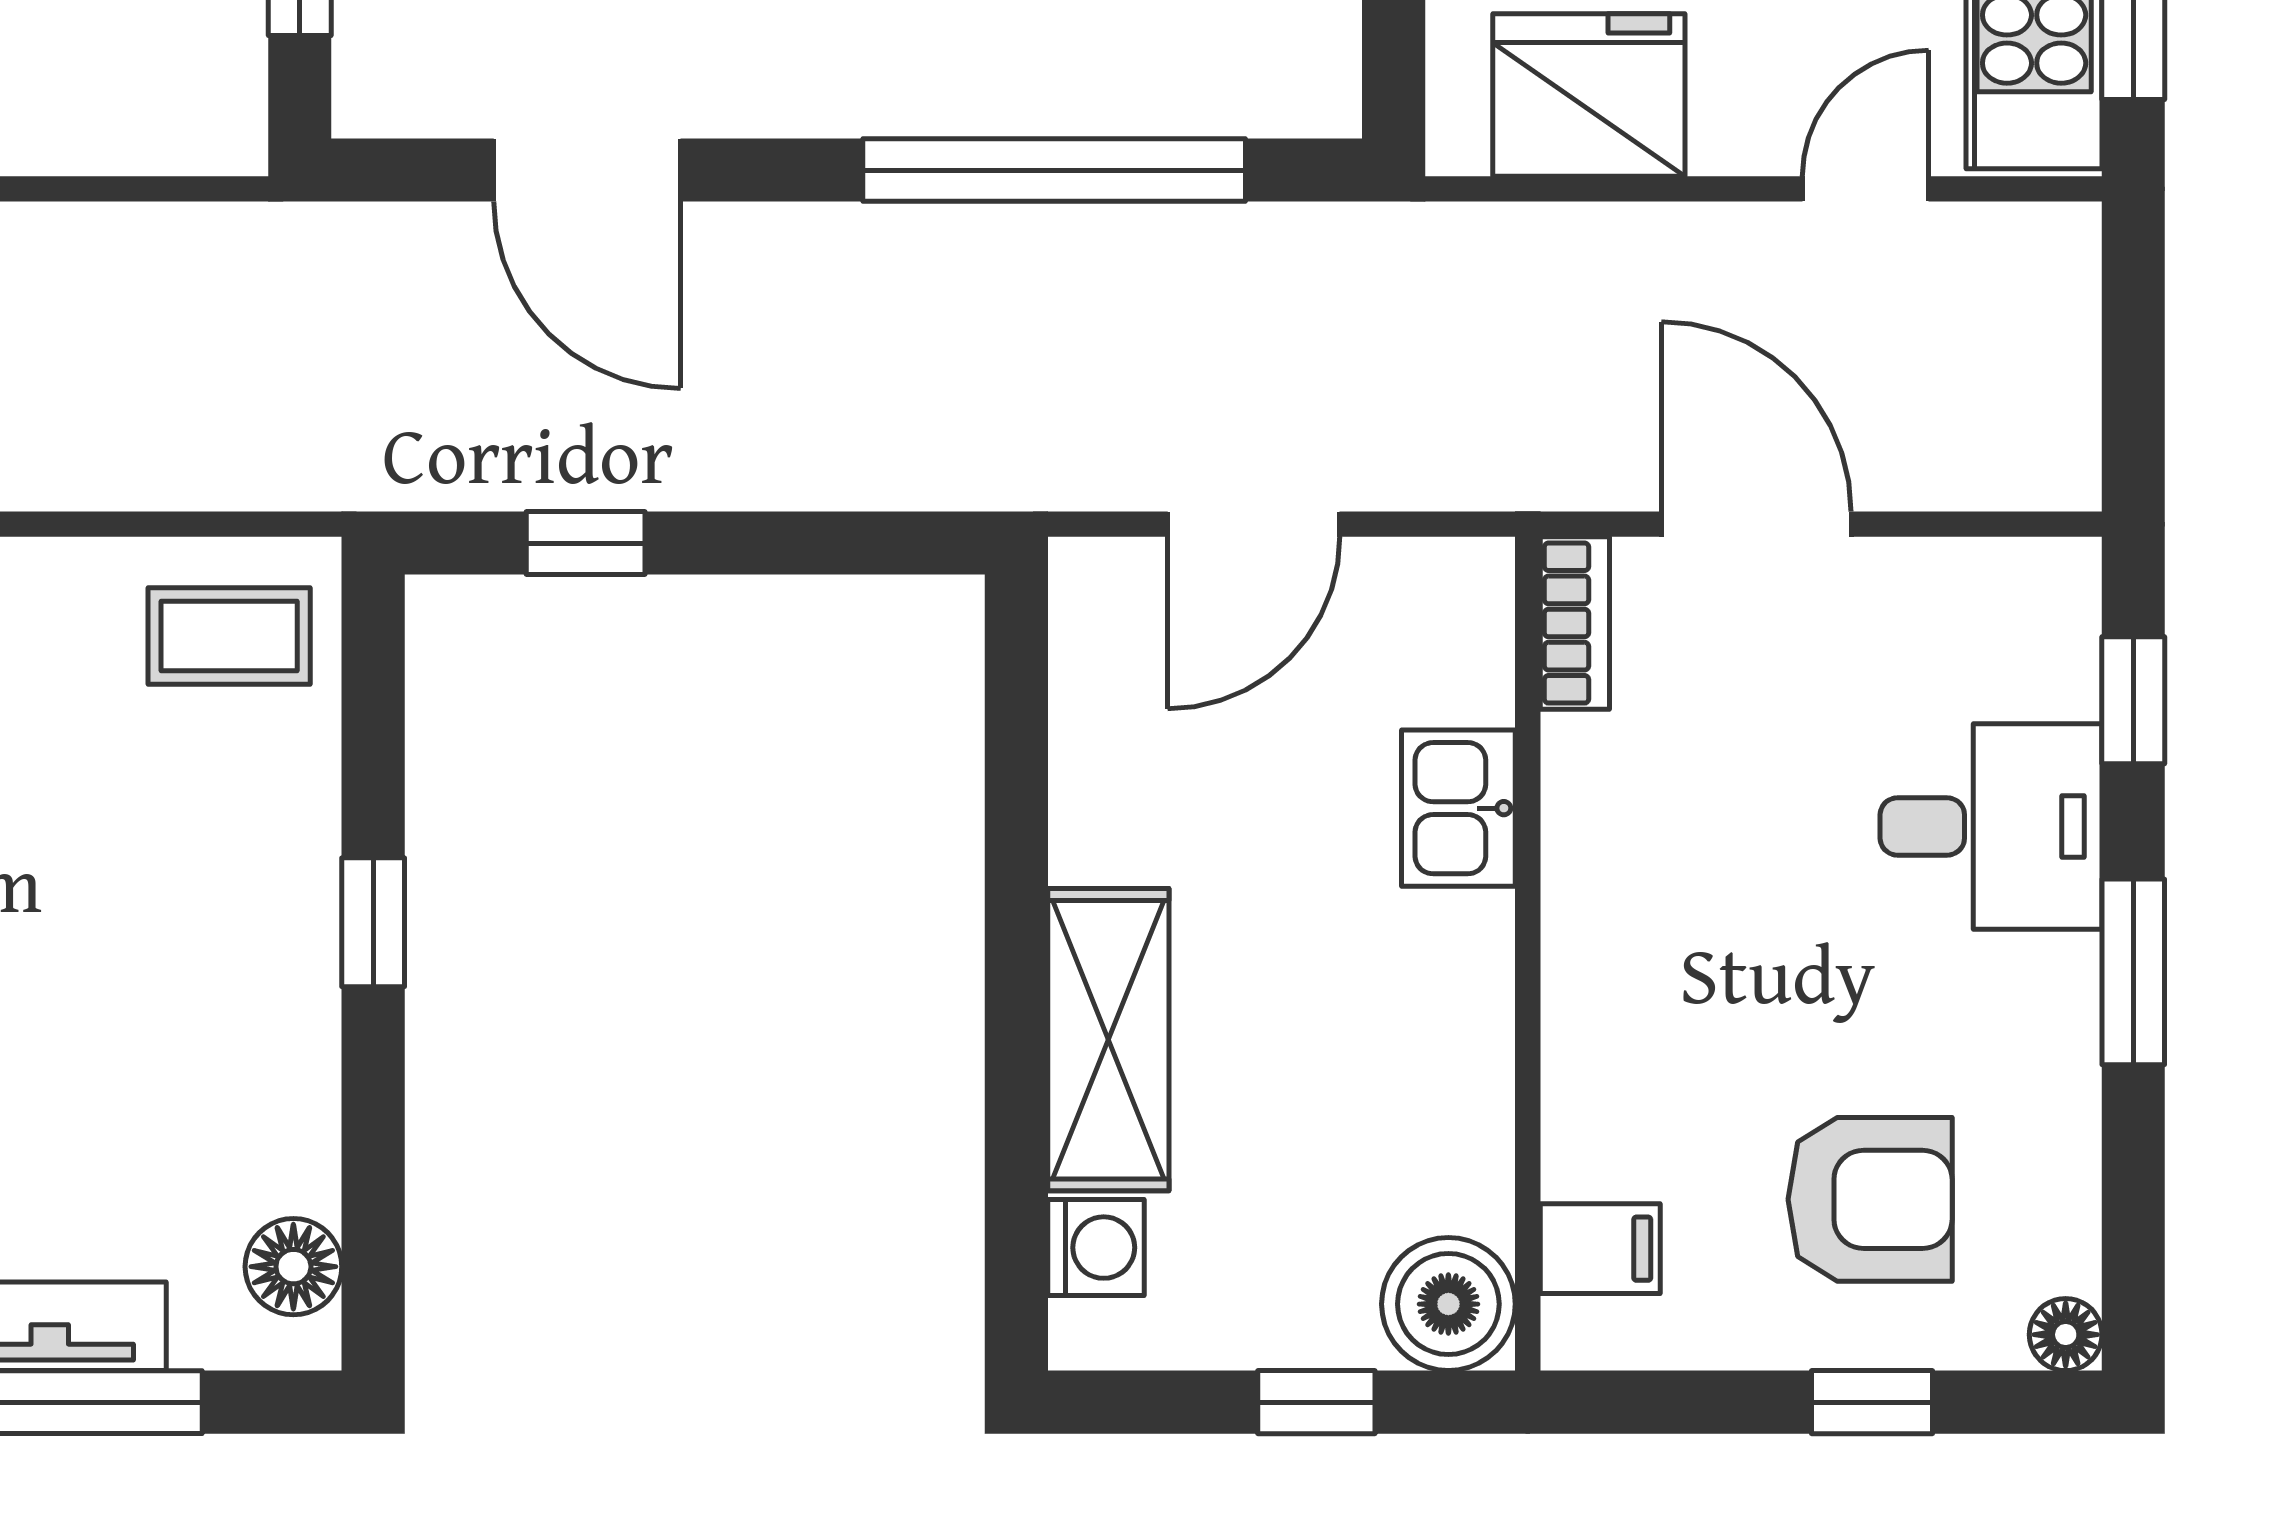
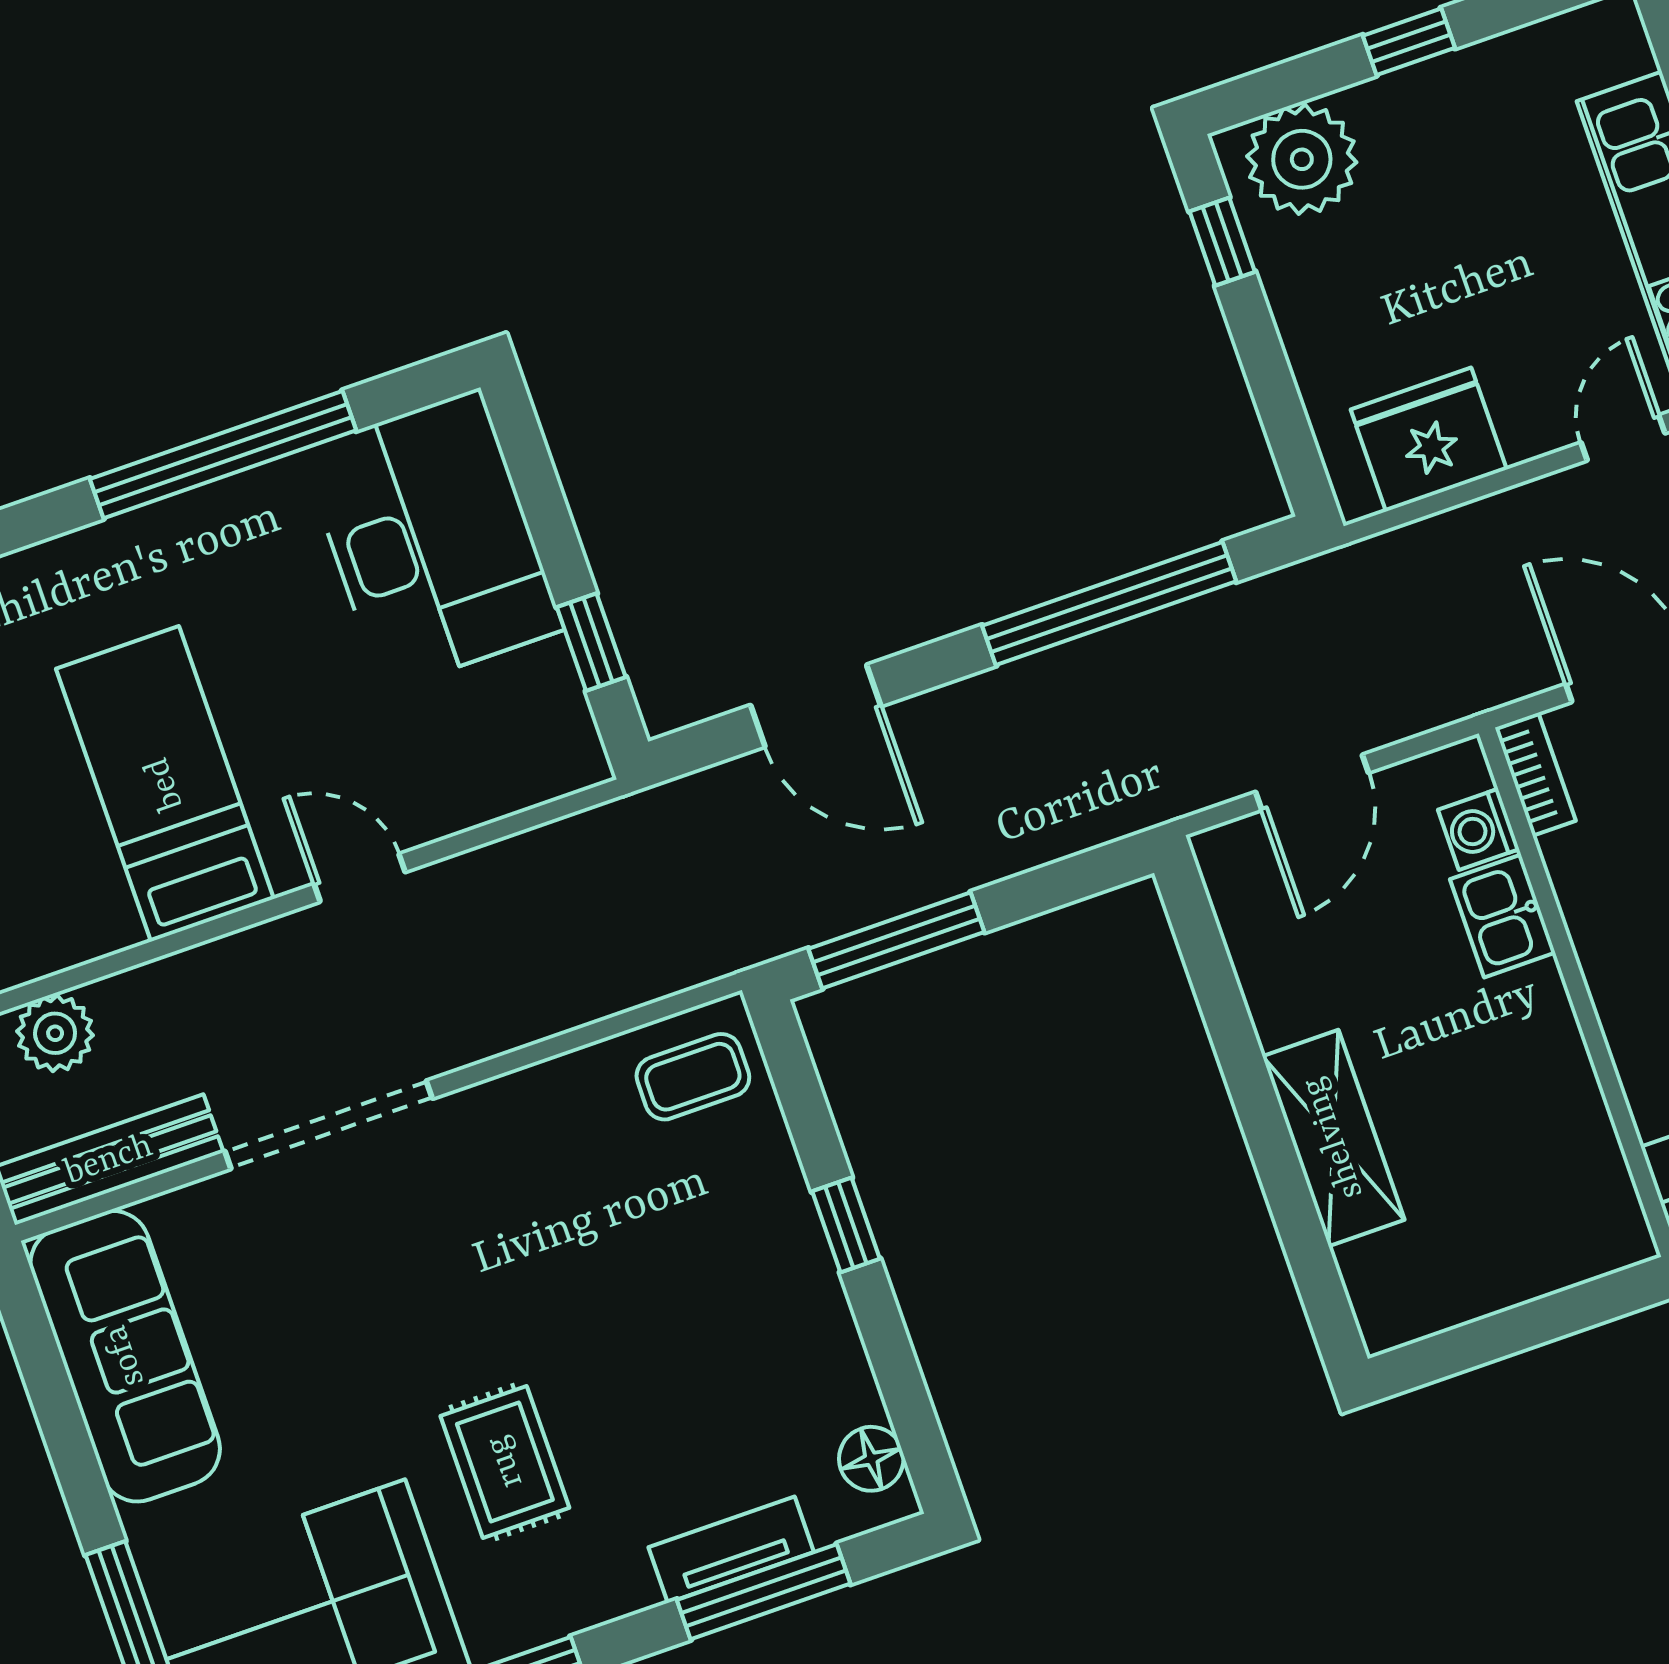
window: (586, 543) -> (896, 940), width x2.17
washing machine: (1096, 1248) -> (1479, 829), moved, turned 180
boiler: (1448, 1304) -> (1605, 1230), removed
window: (1316, 1402) -> (1543, 1320), removed

